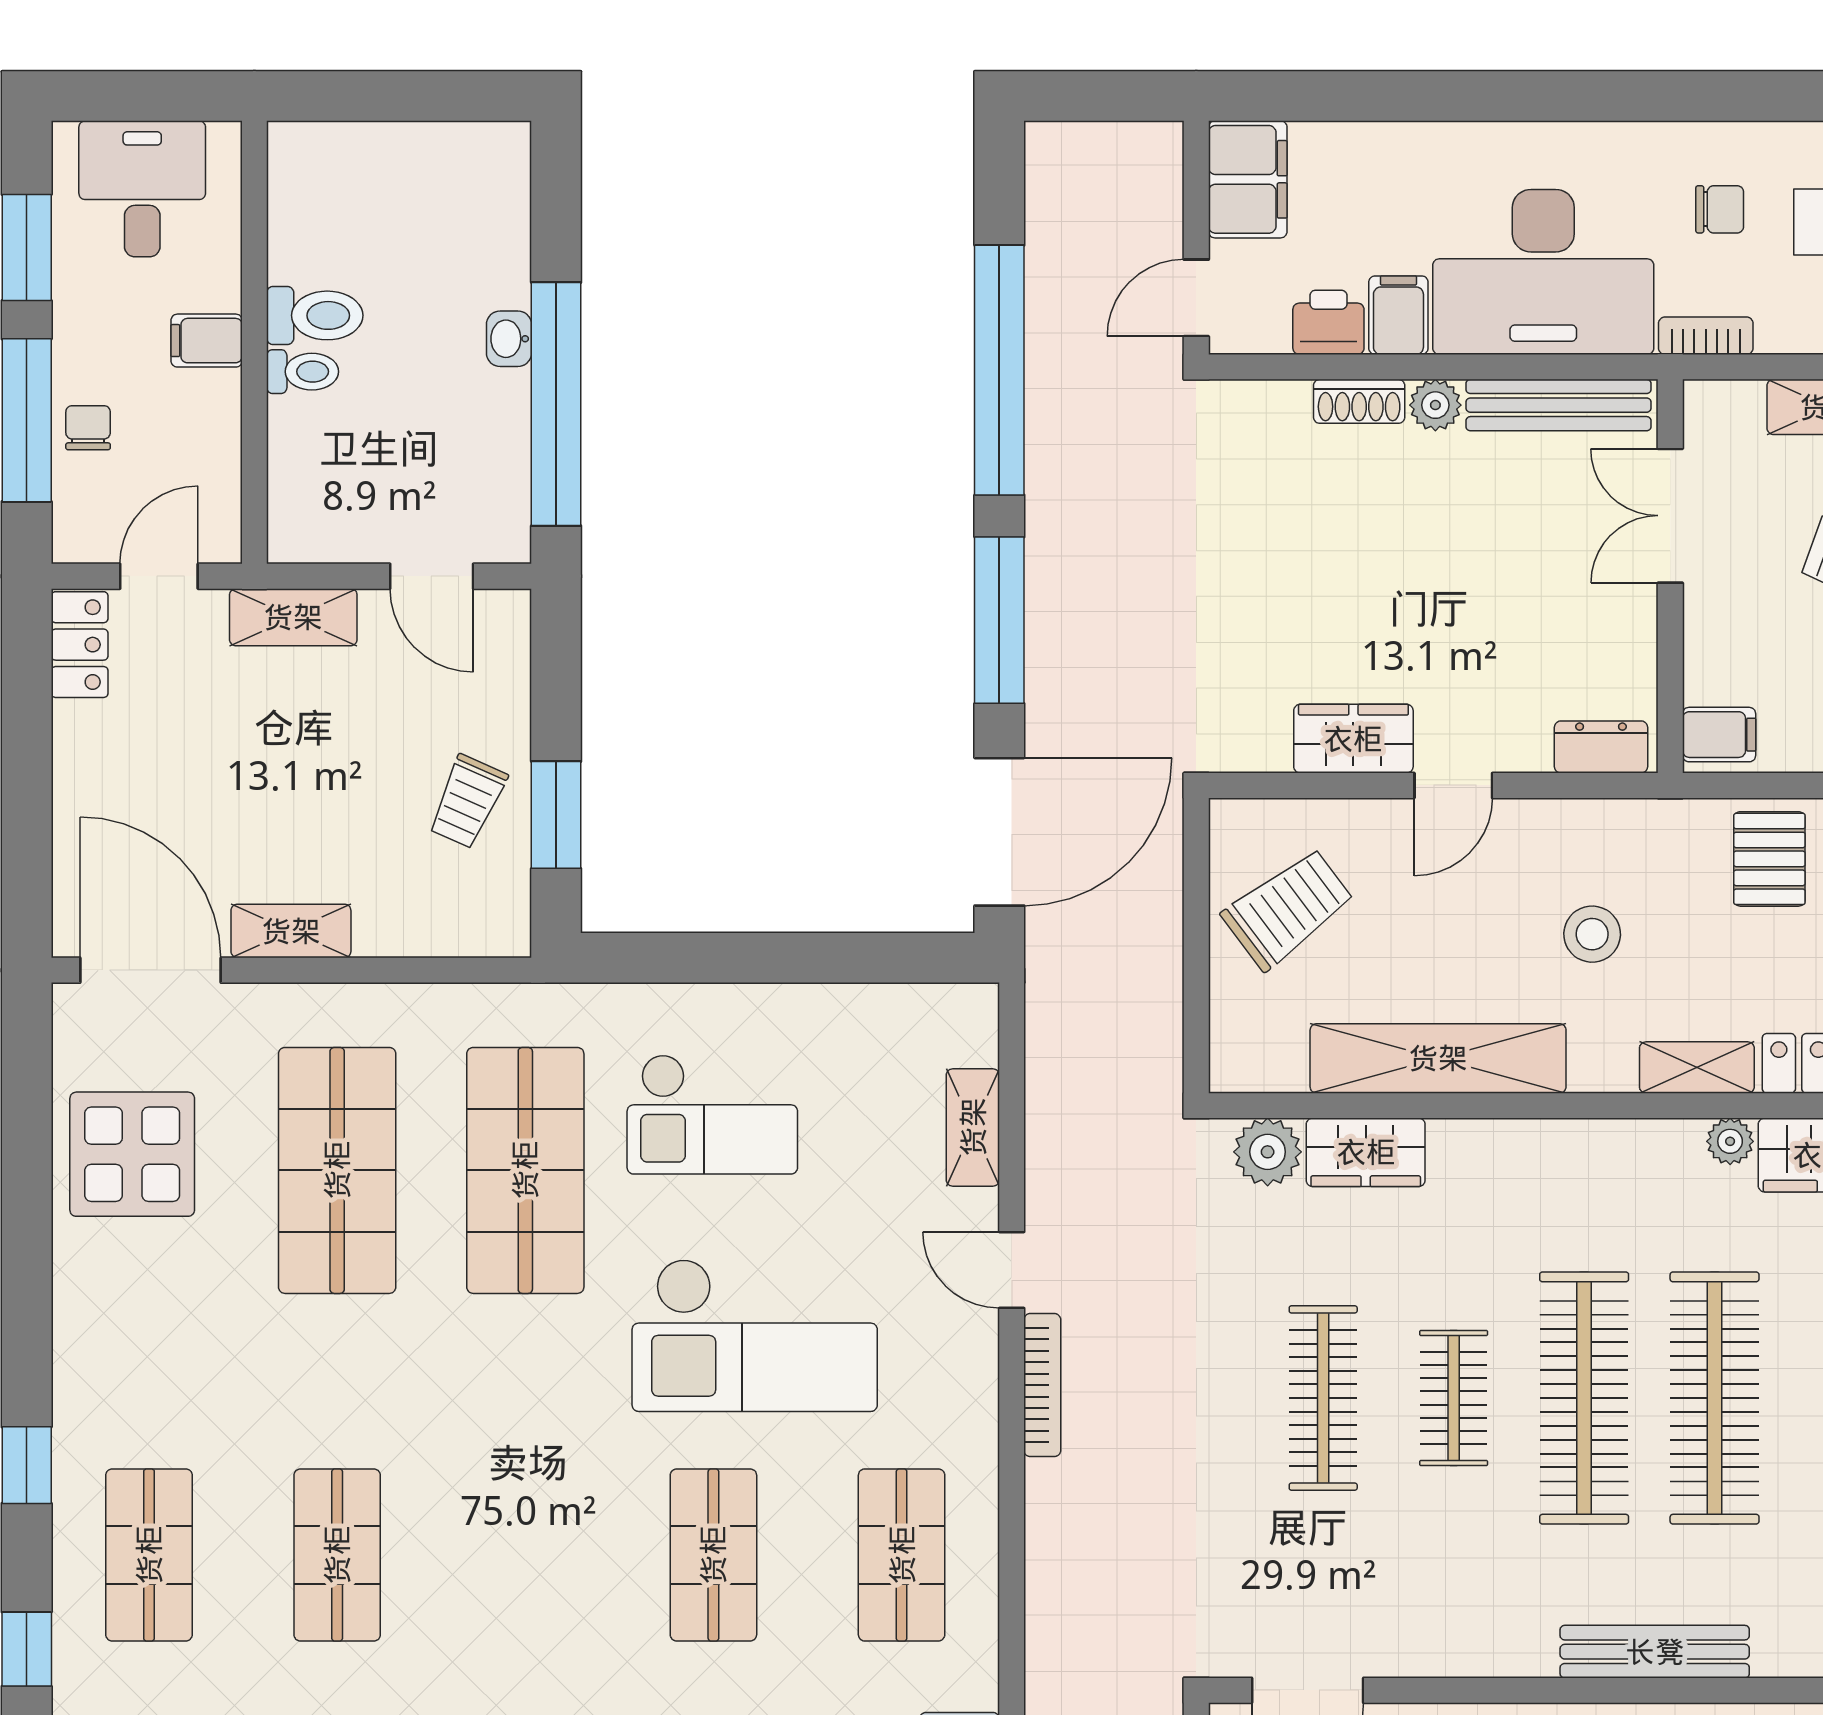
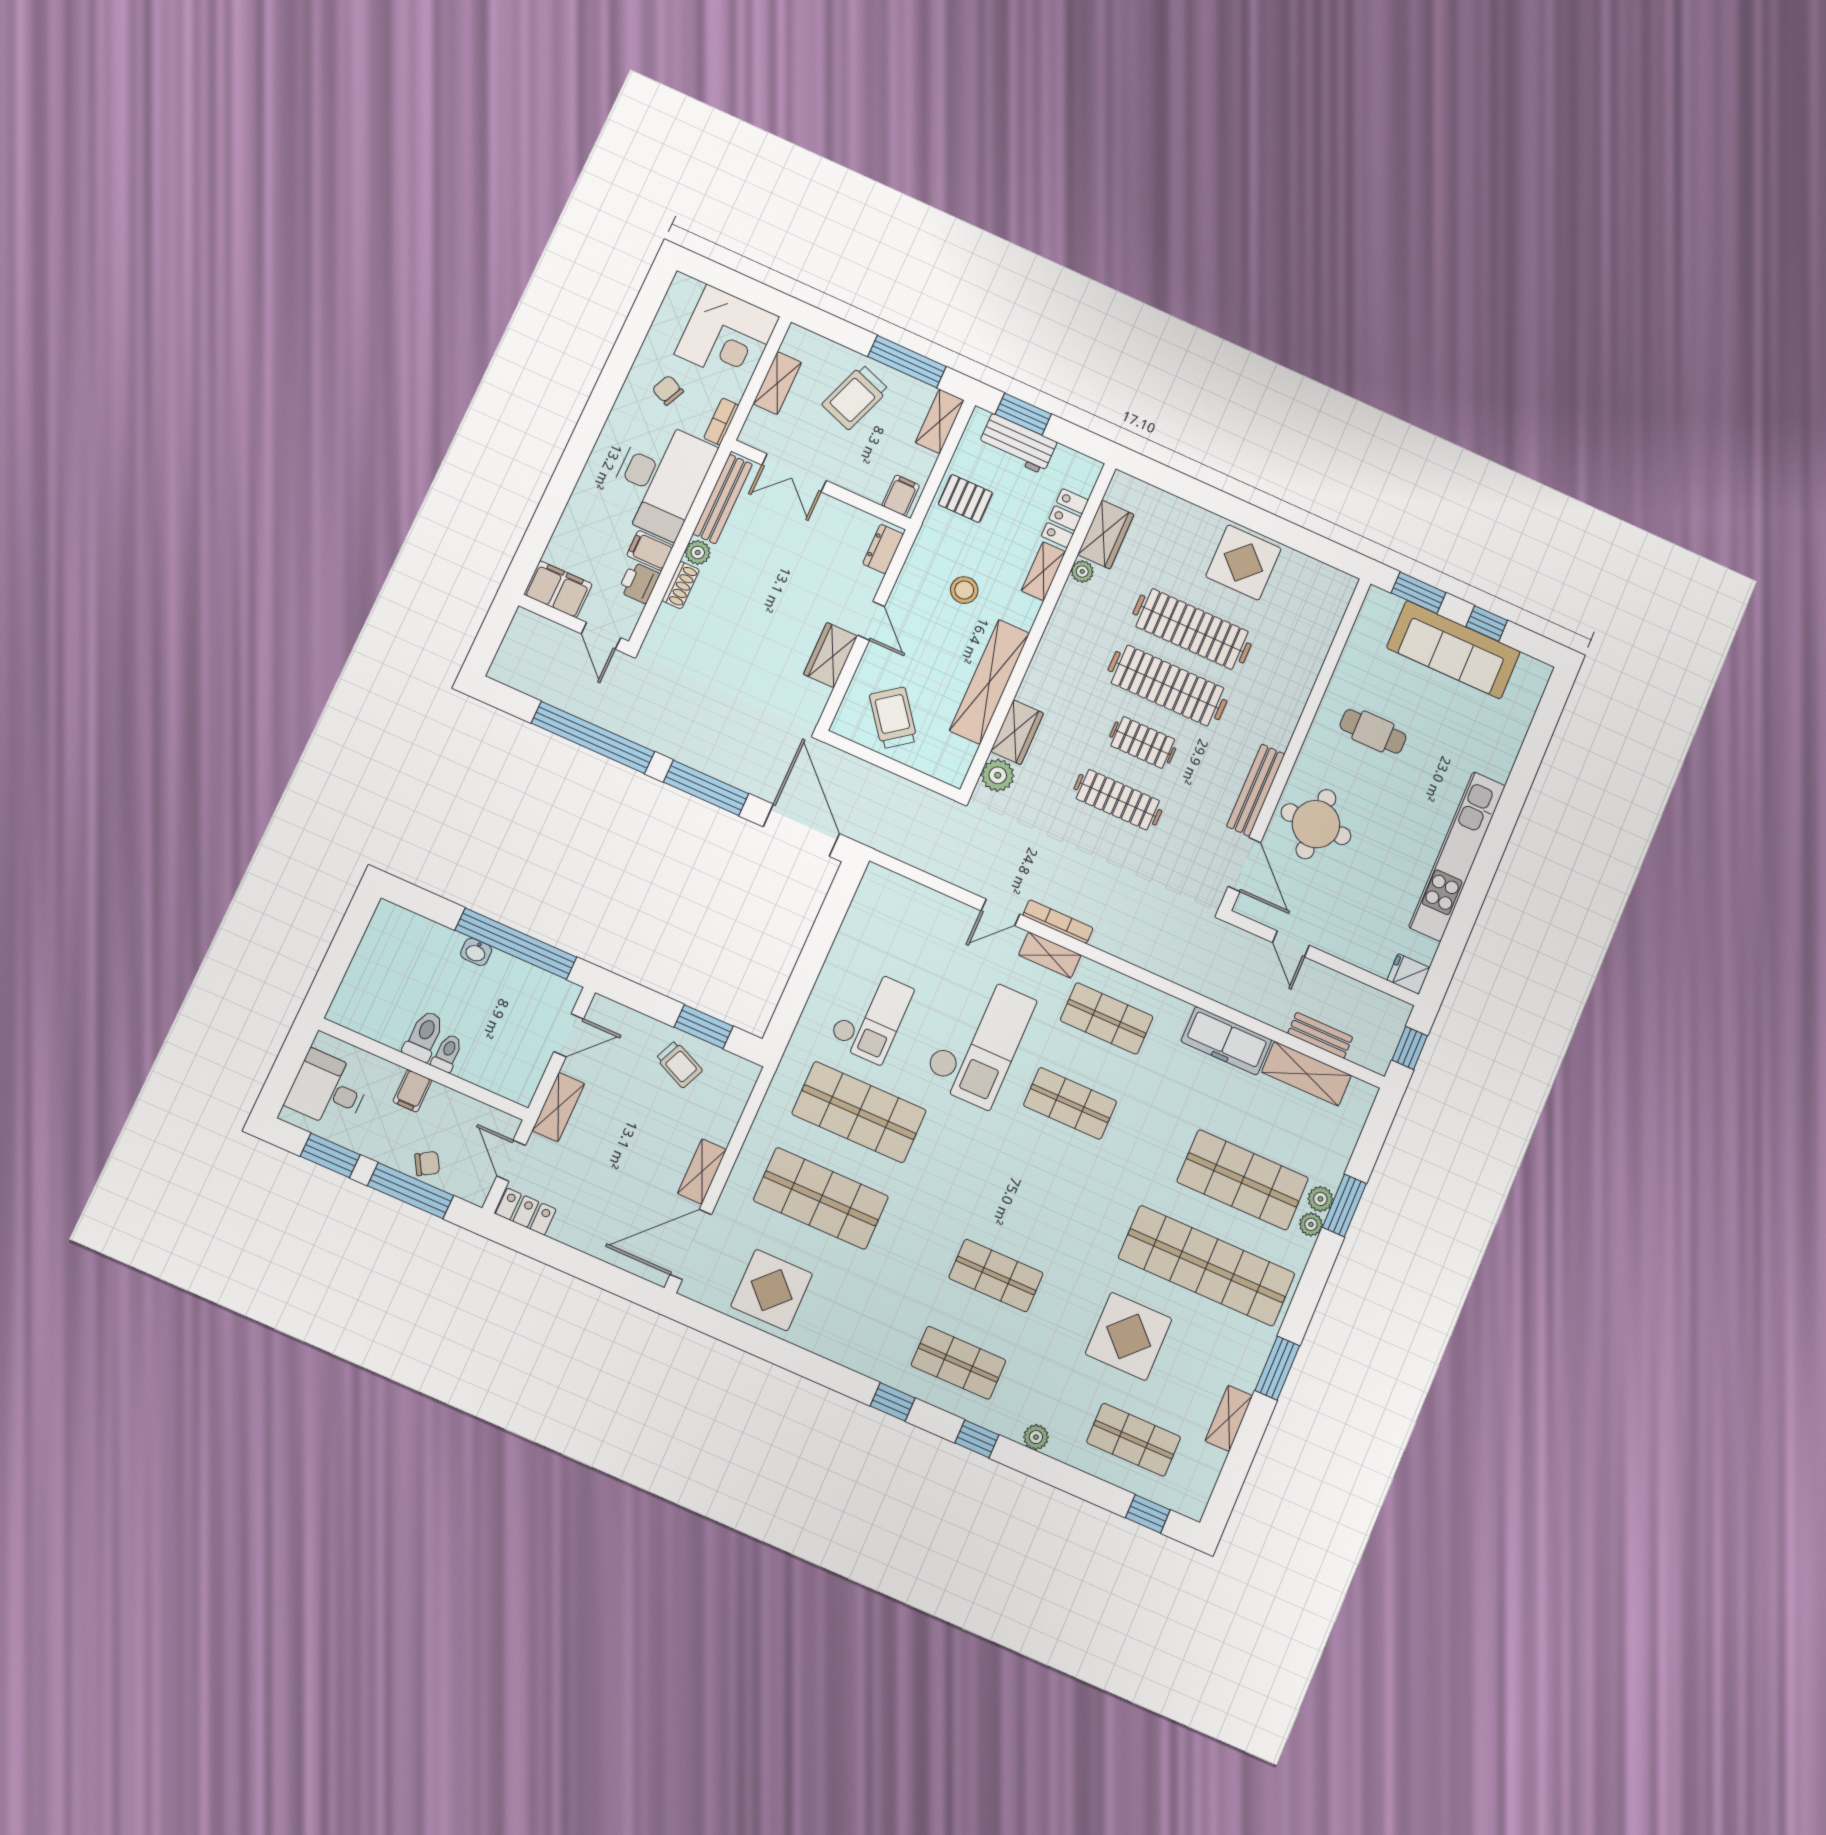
chair: (1720, 209) -> (668, 390), turned -65
chair: (88, 428) -> (427, 1164), turned 149
shelving: (973, 1127) -> (1050, 955), moved
bench: (1655, 1652) -> (1256, 790), moved

